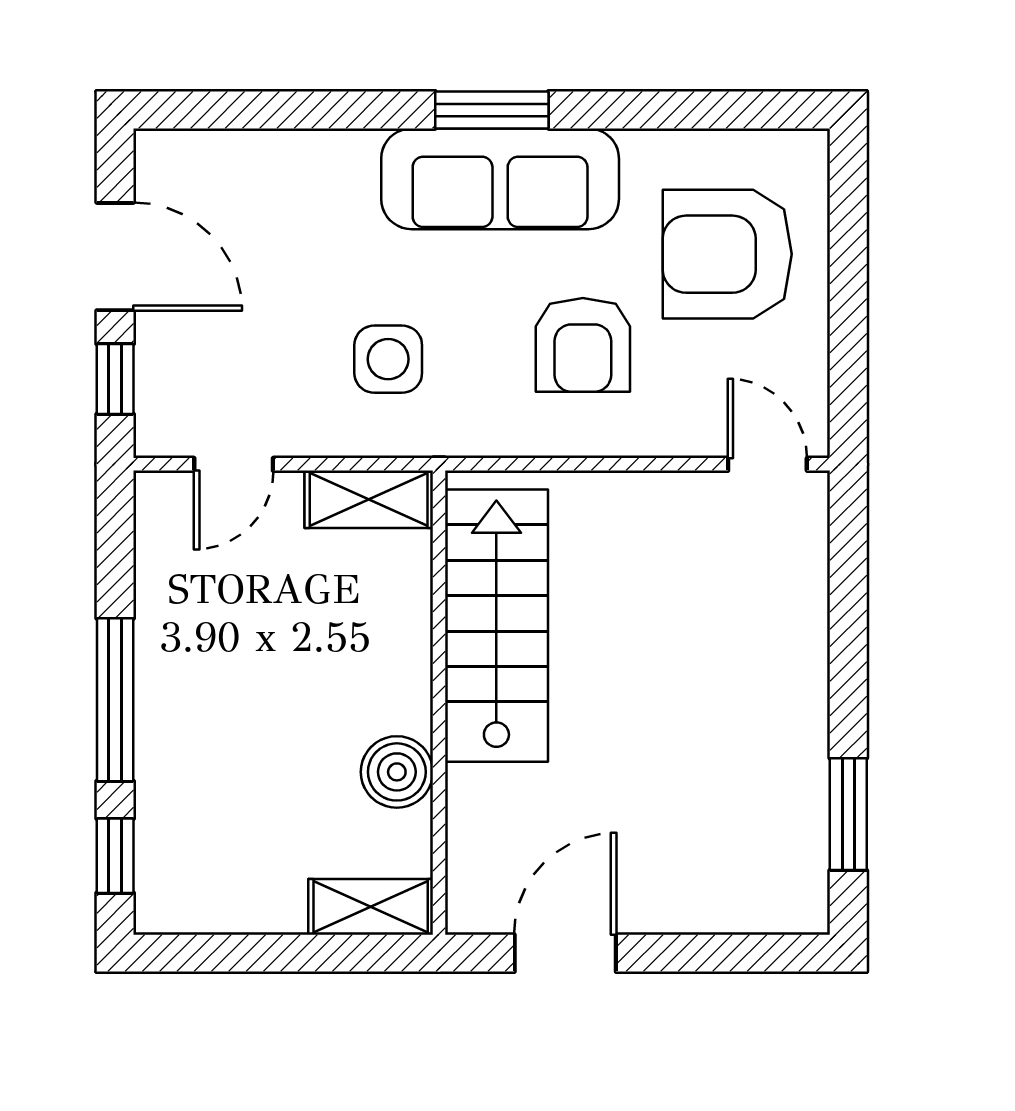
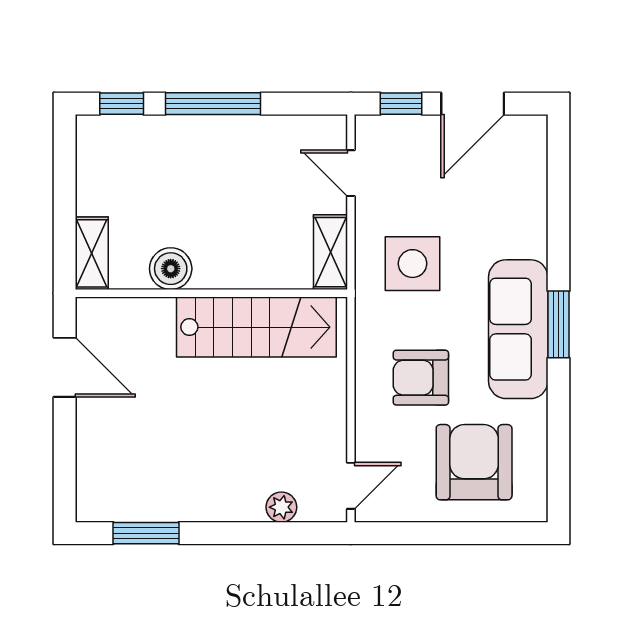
side table: (388, 359) -> (413, 264), width x1.37, depth x1.37
plant: (804, 583) -> (281, 507), added

